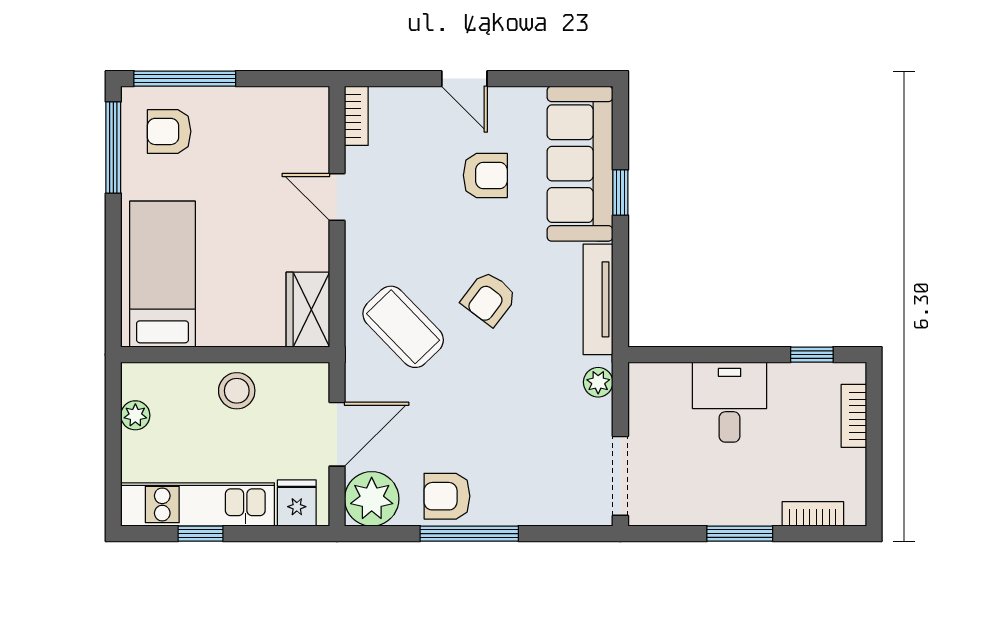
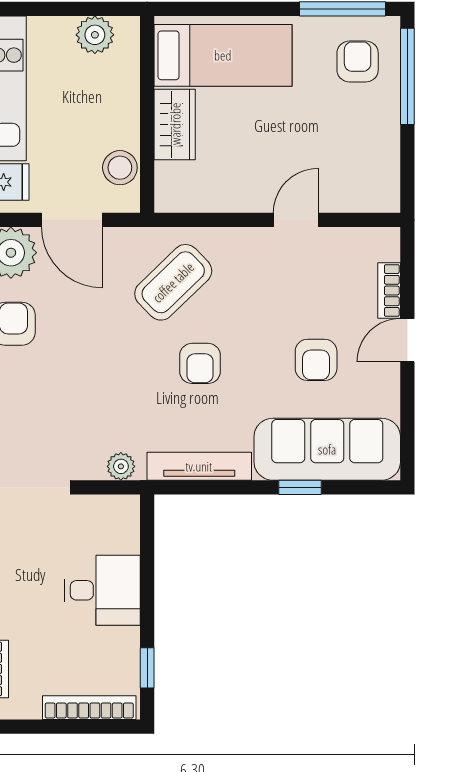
bookcase: (356, 116) -> (389, 291), moved, turned 90
armchair: (489, 298) -> (200, 363), turned -127
wardrobe: (308, 310) -> (175, 124), moved, turned 90
stool: (237, 391) -> (120, 168), moved
plant: (135, 415) -> (95, 35), width x1.38, depth x1.38
bookcase: (854, 416) -> (89, 708), width x1.56

